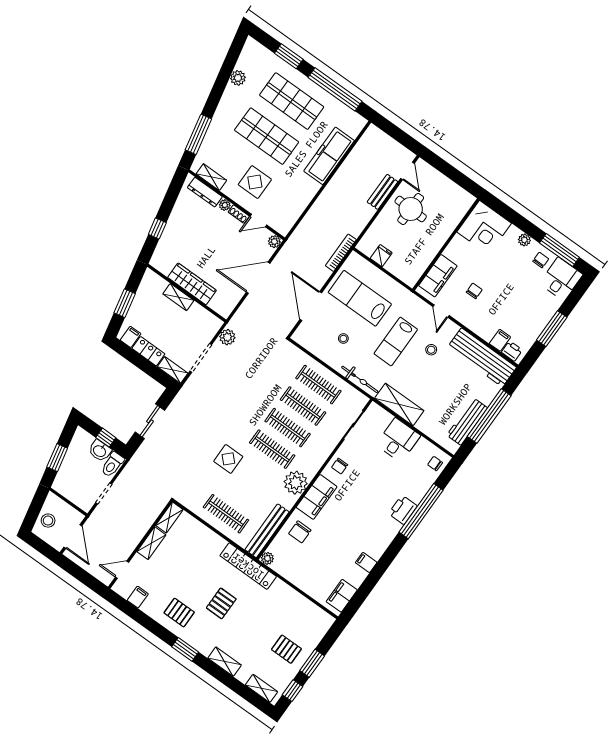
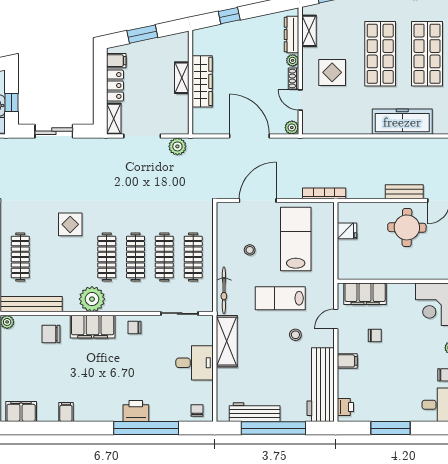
filing cabinet: (500, 340) -> (347, 361), moved

